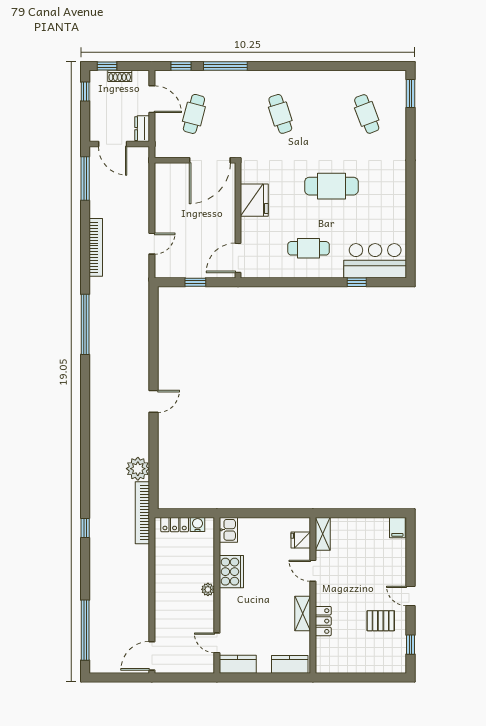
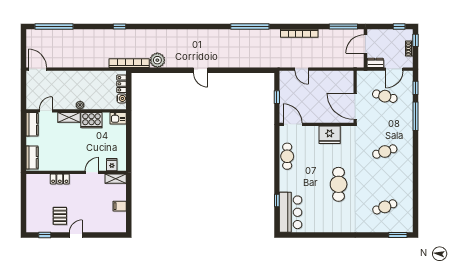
cafe table: (309, 248) -> (287, 156), moved
filing cabinet: (397, 528) -> (120, 206), moved
shelving: (303, 613) -> (69, 117), moved

